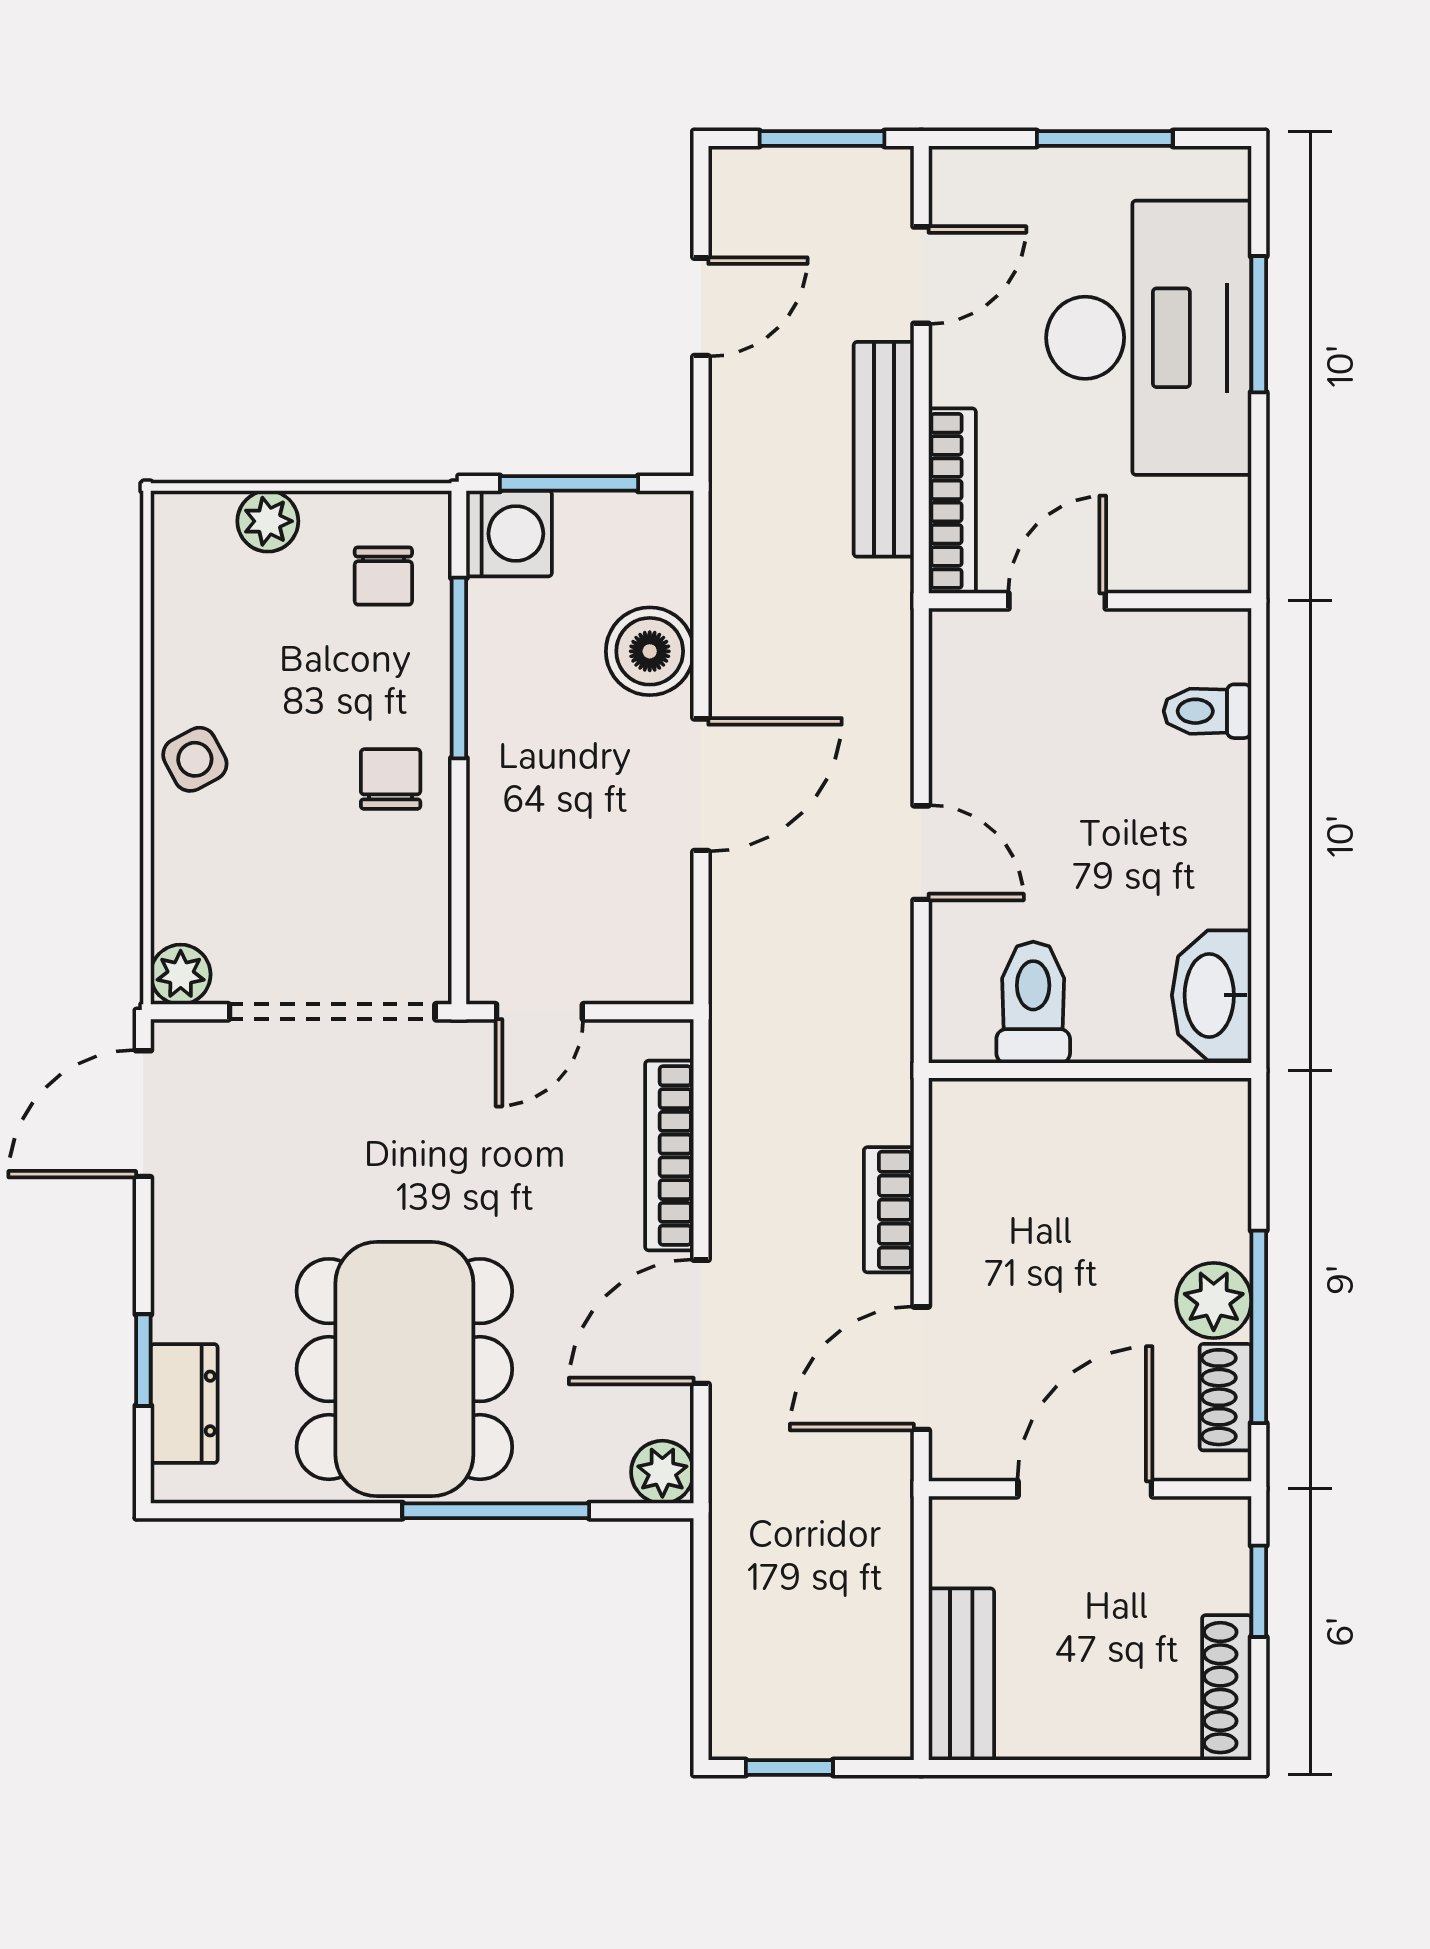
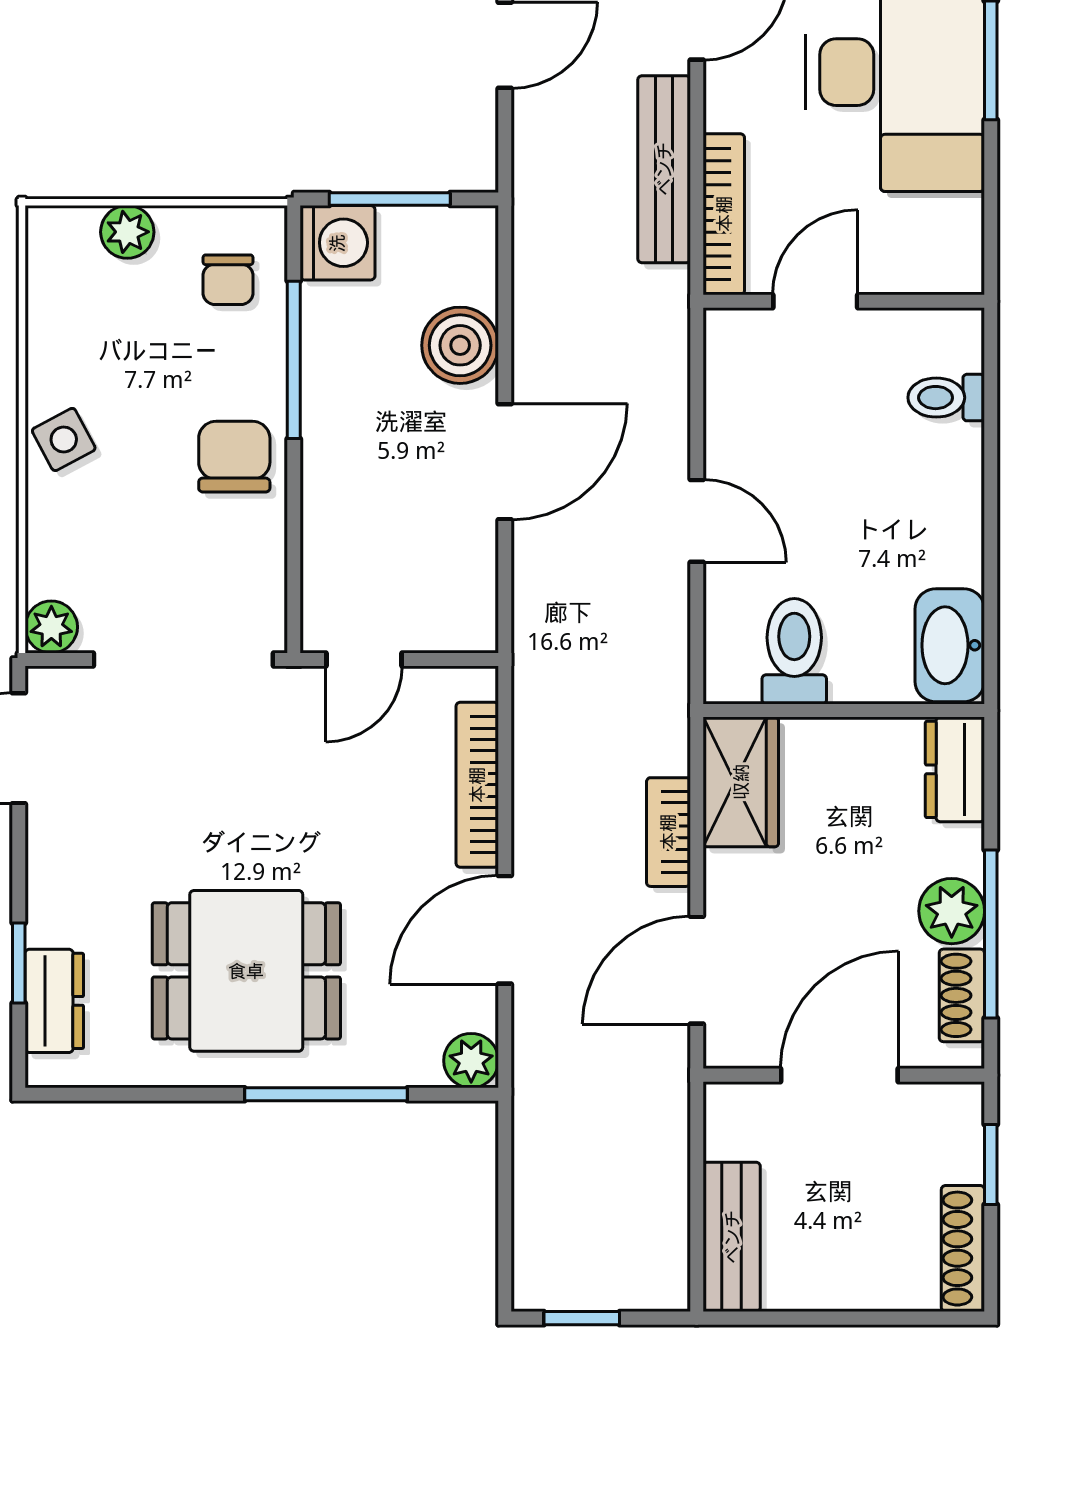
chair: (391, 779) -> (234, 457), width x1.37, depth x1.37
dresser: (1218, 1138) -> (955, 769), added
wardrobe: (972, 1152) -> (741, 782), added
dining table: (404, 1369) -> (246, 971), width x0.73

